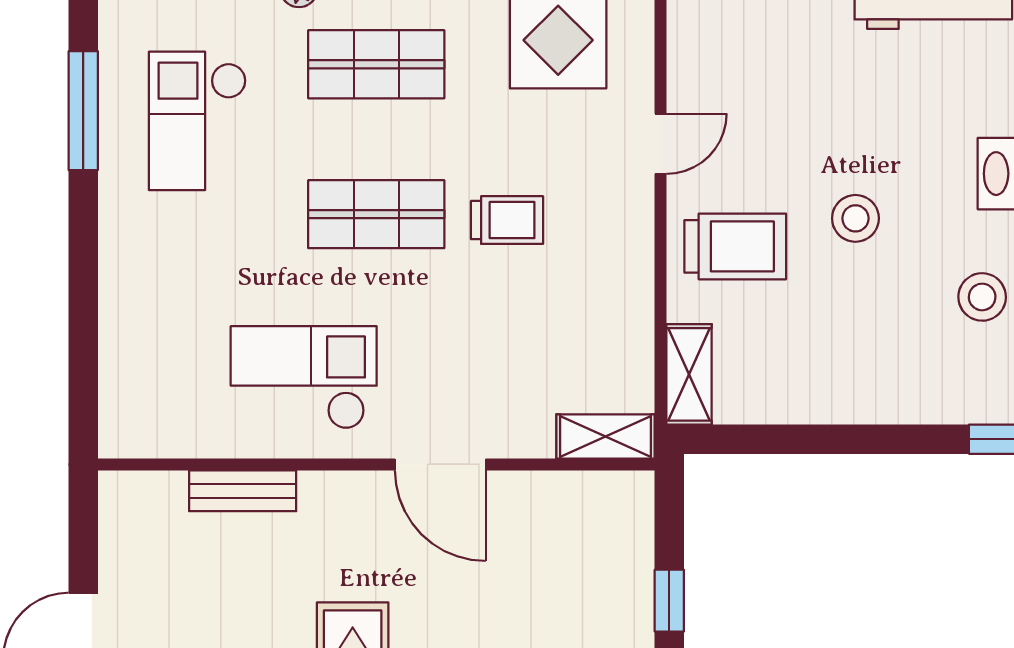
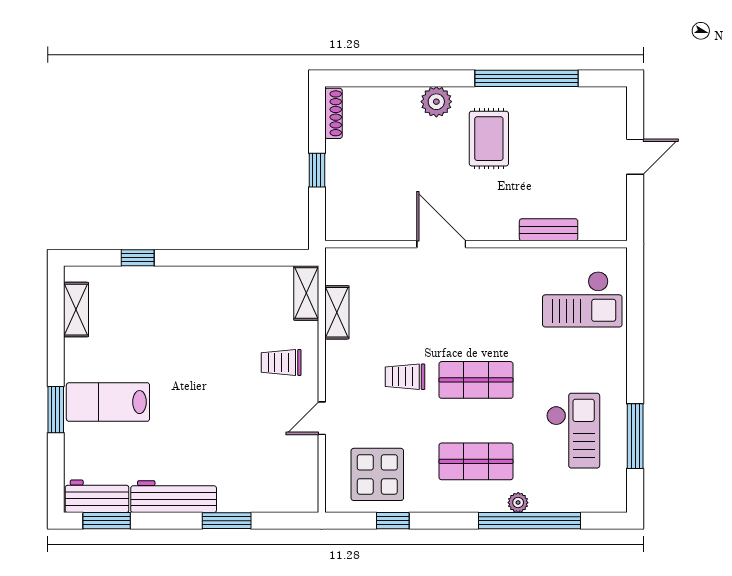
stool: (855, 218) -> (216, 378), removed
trolley: (735, 246) -> (281, 362), width x0.73, depth x0.72
stool: (982, 297) -> (147, 335), removed
checkout: (304, 377) -> (582, 299), moved
shelving: (606, 436) -> (337, 312), moved, turned 90

